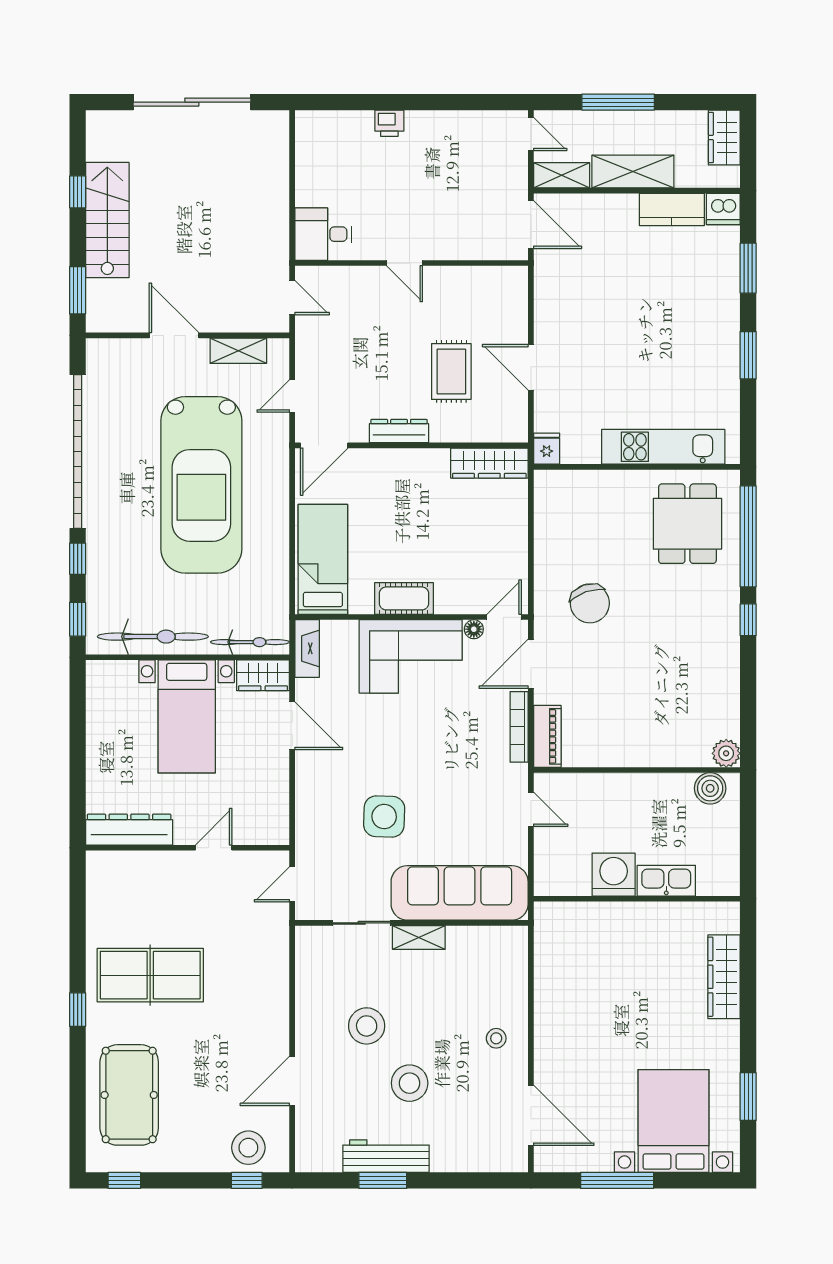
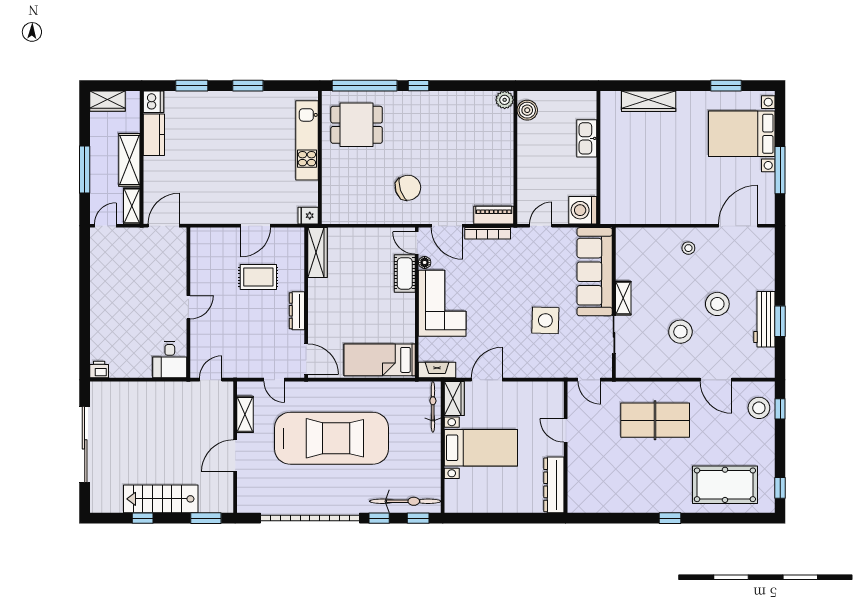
printer: (389, 123) -> (99, 369), moved, turned -90
cot: (404, 598) -> (405, 273), moved
bicycle: (153, 637) -> (405, 501), moved, turned 90
washing machine: (614, 875) -> (583, 210), moved
table tennis table: (150, 975) -> (655, 420), moved, turned 90

